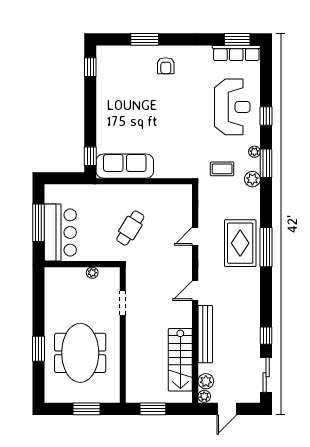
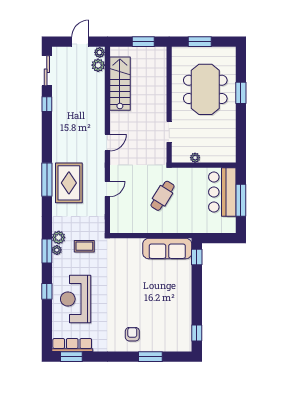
plant: (254, 152) -> (57, 250), moved
bench: (205, 334) -> (99, 105), removed

